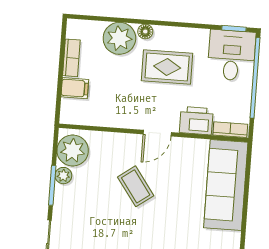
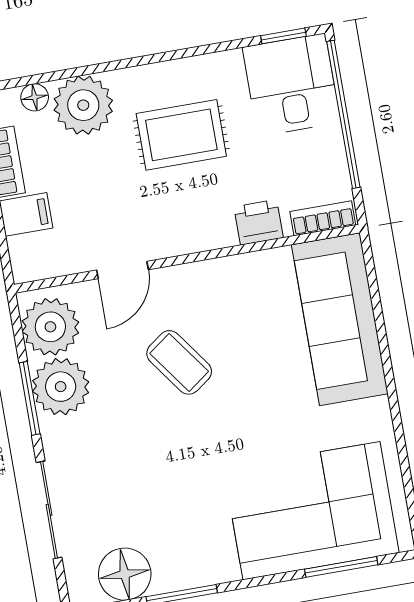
floor lamp: (145, 32) -> (35, 97), moved
printer: (196, 121) -> (259, 222), width x0.73, depth x0.81
door: (157, 133) -> (123, 270), moved
plant: (63, 176) -> (61, 387), width x1.88, depth x1.88

